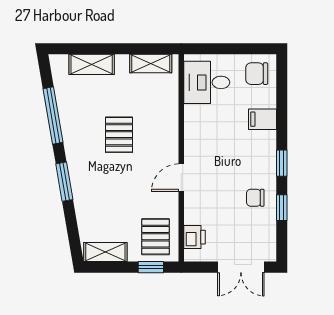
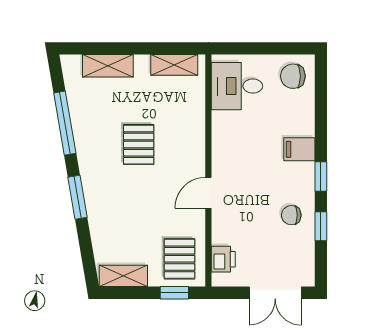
filing cabinet: (262, 119) -> (299, 149), moved

